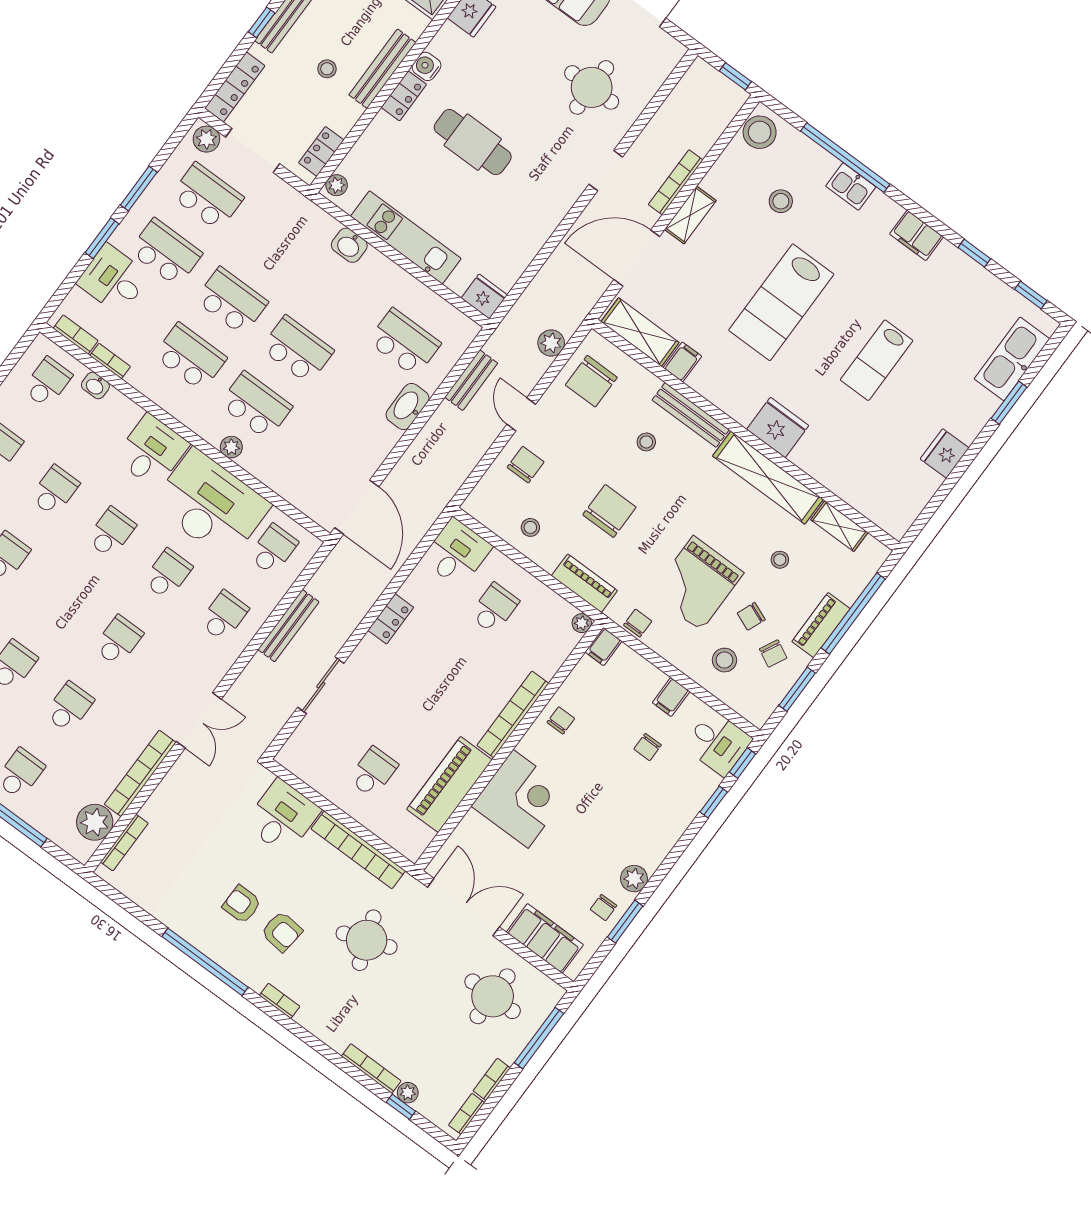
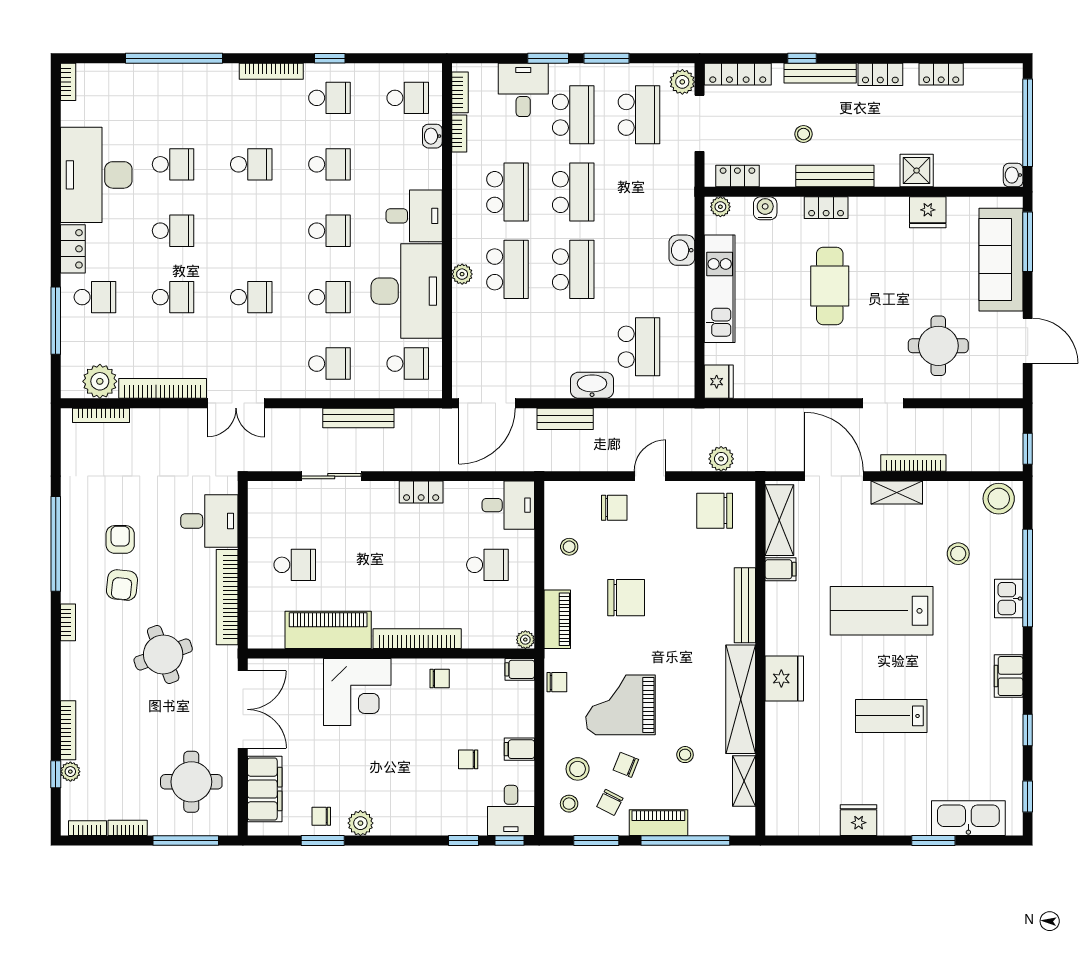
water cooler: (427, 66) -> (765, 208), moved
bench: (471, 380) -> (565, 419), moved
stool: (646, 442) -> (569, 804), moved

